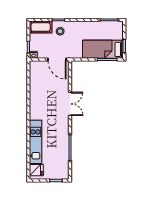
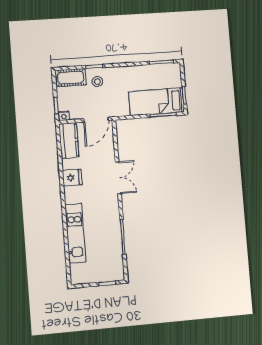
door: (57, 60) -> (96, 120), hinge flipped
kitchen counter: (36, 73) -> (69, 140), added
fridge: (36, 170) -> (72, 178), moved

